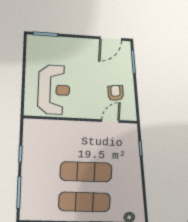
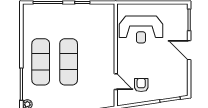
door: (111, 39) -> (189, 50), moved
armchair: (116, 93) -> (141, 85), turned -83

